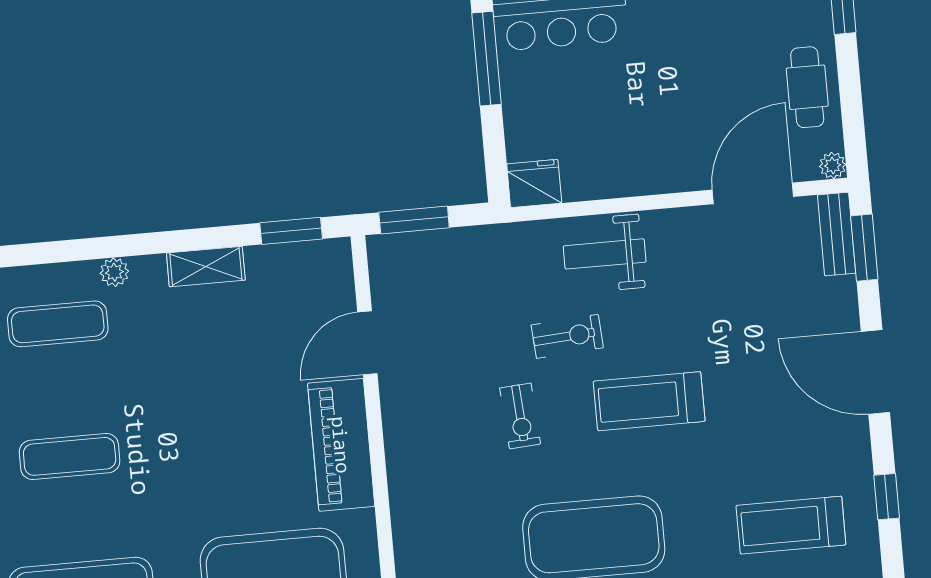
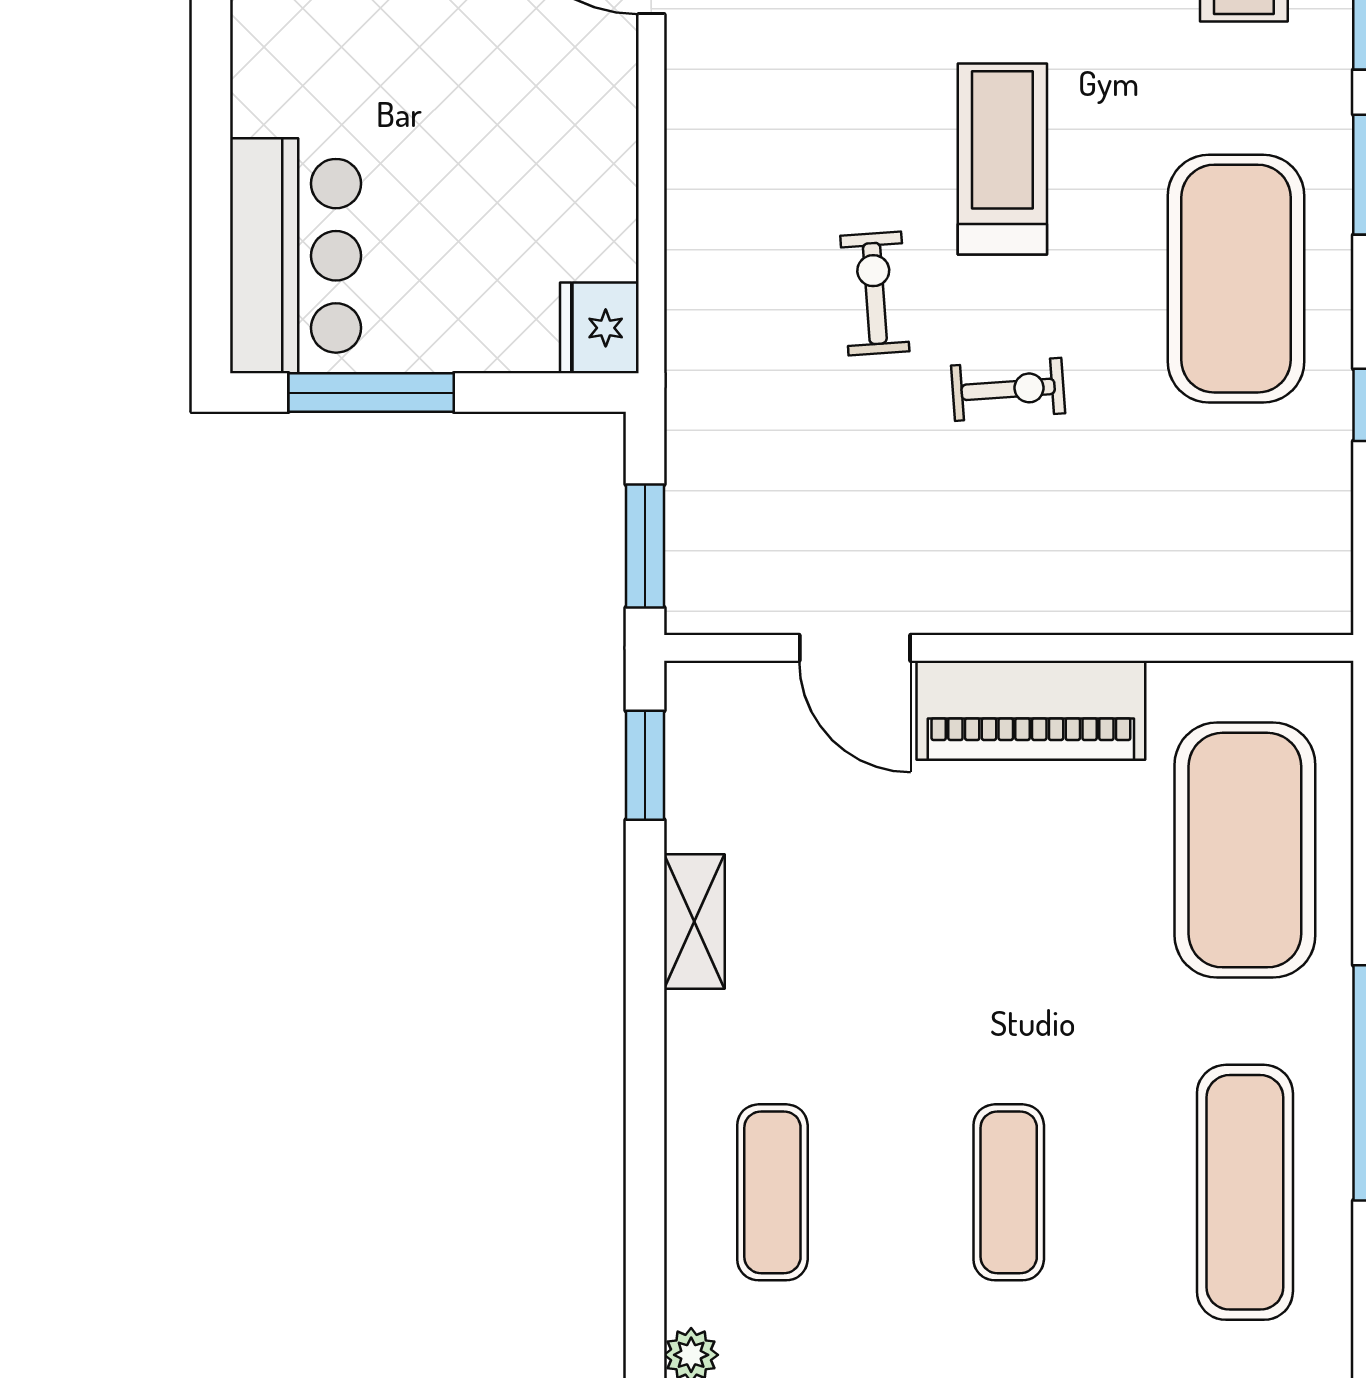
weight bench: (605, 254) -> (735, 214), removed
plant: (114, 272) -> (690, 1084), removed
treadmill: (649, 401) -> (1002, 159), turned 180

